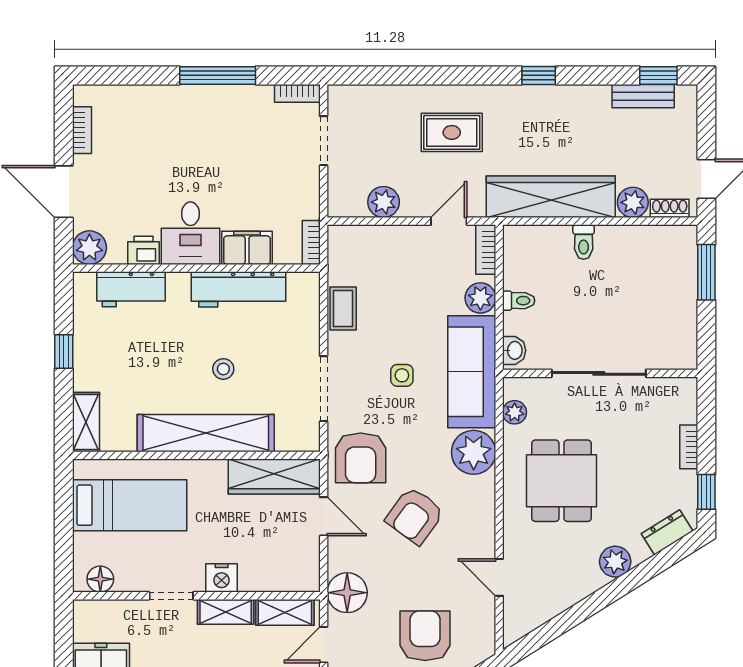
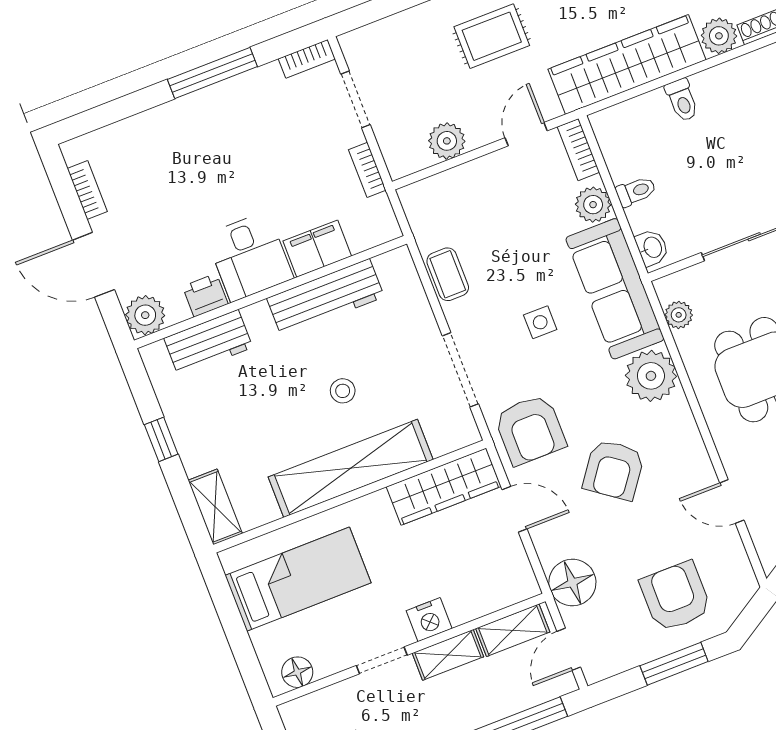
bookcase: (311, 242) -> (367, 170), moved

